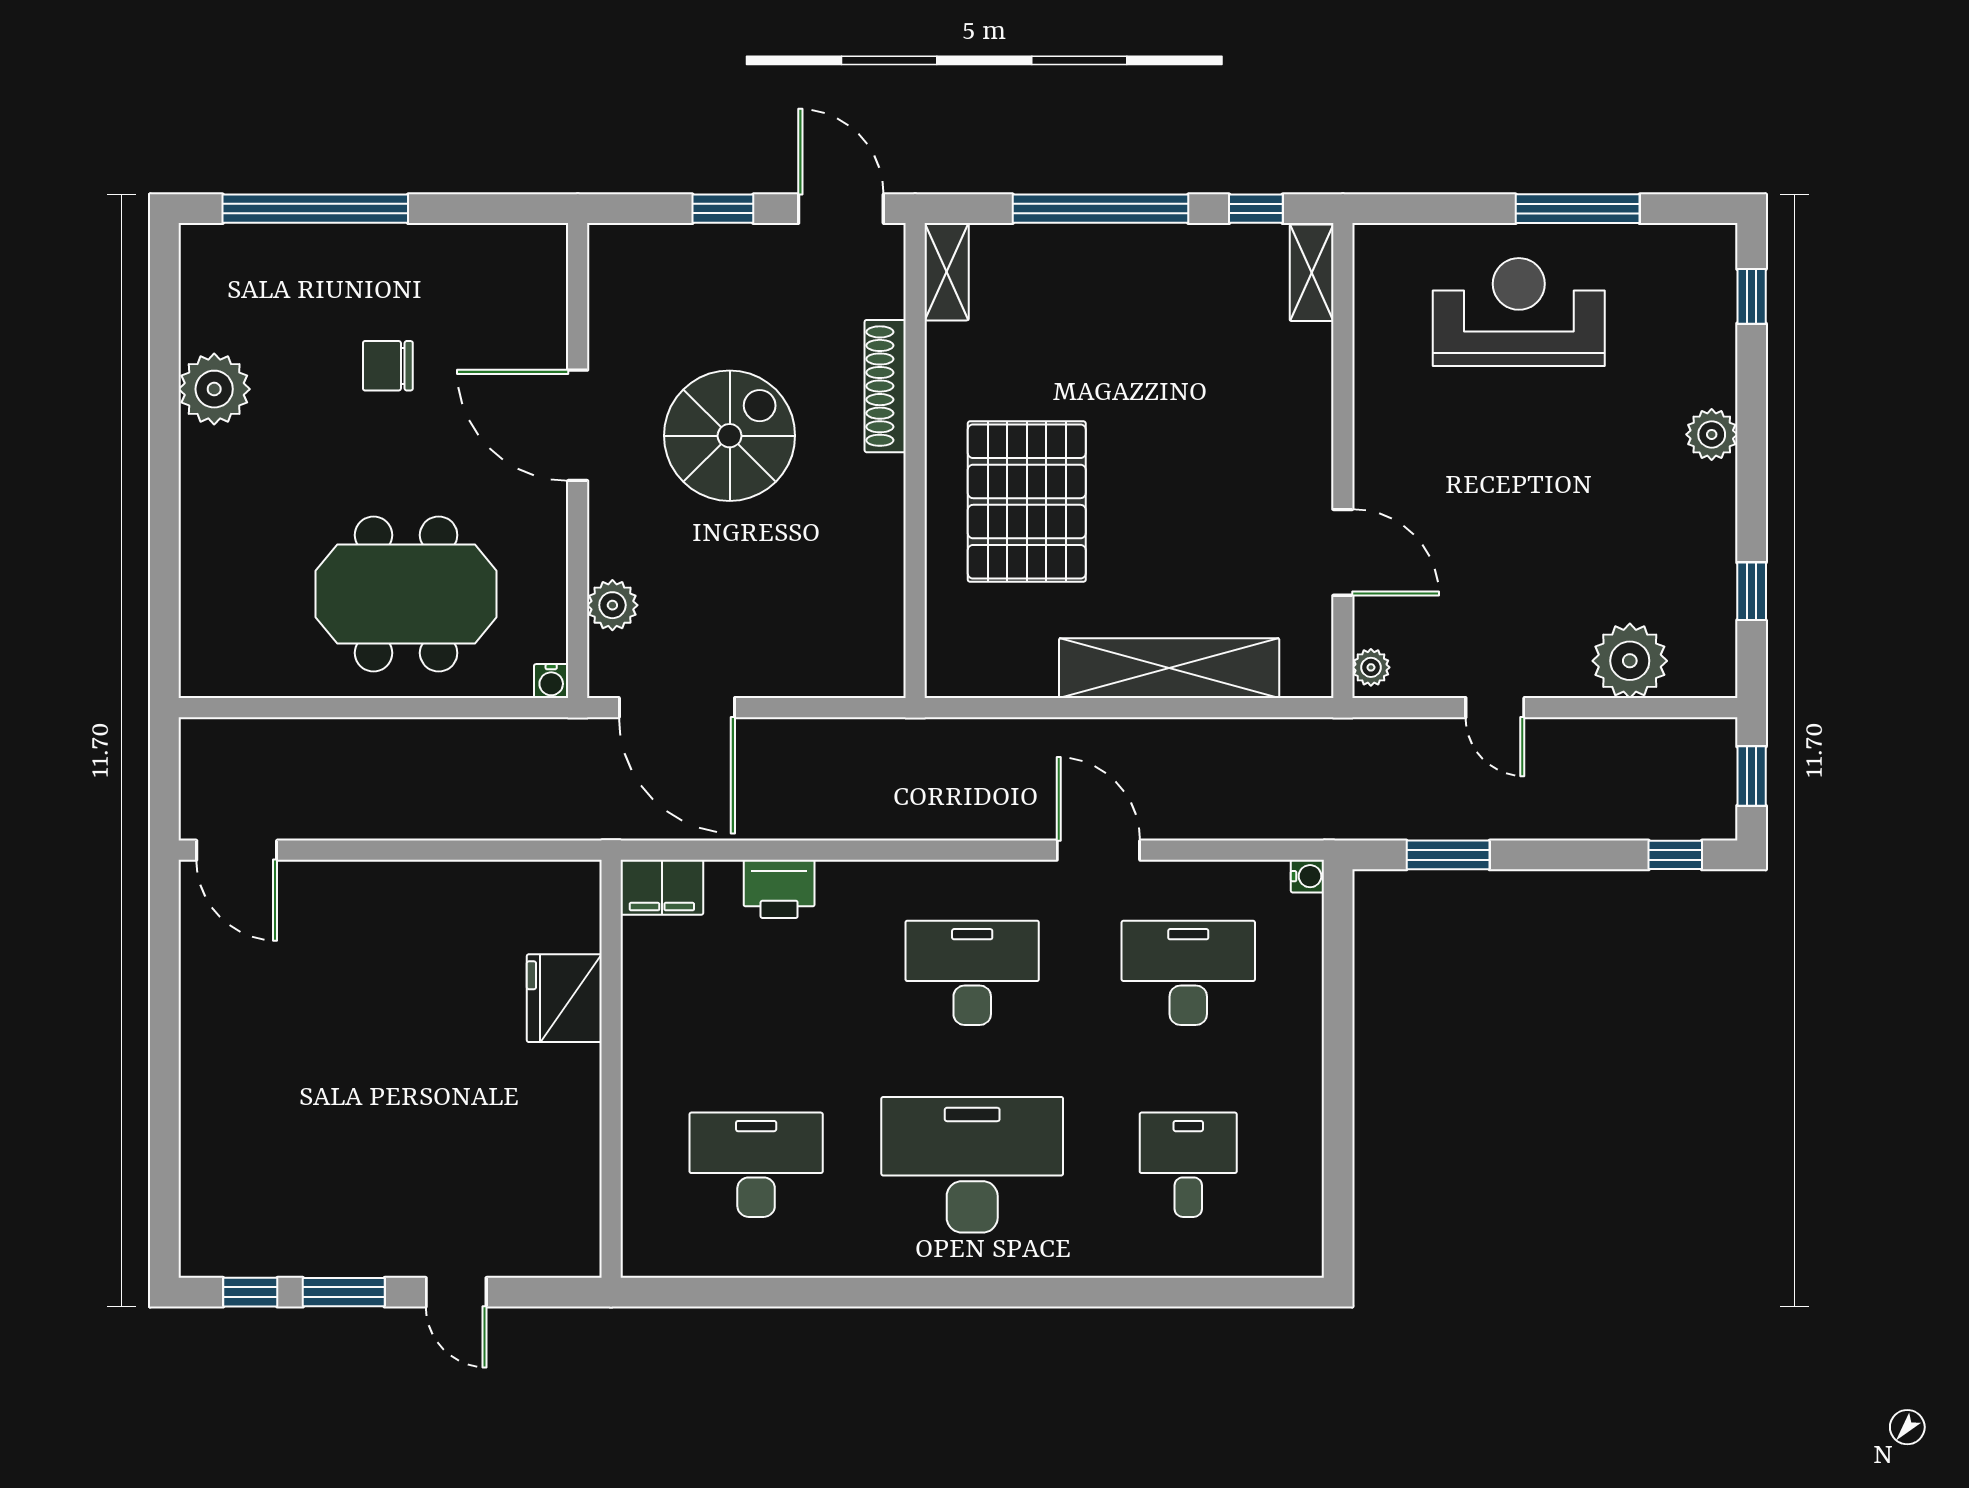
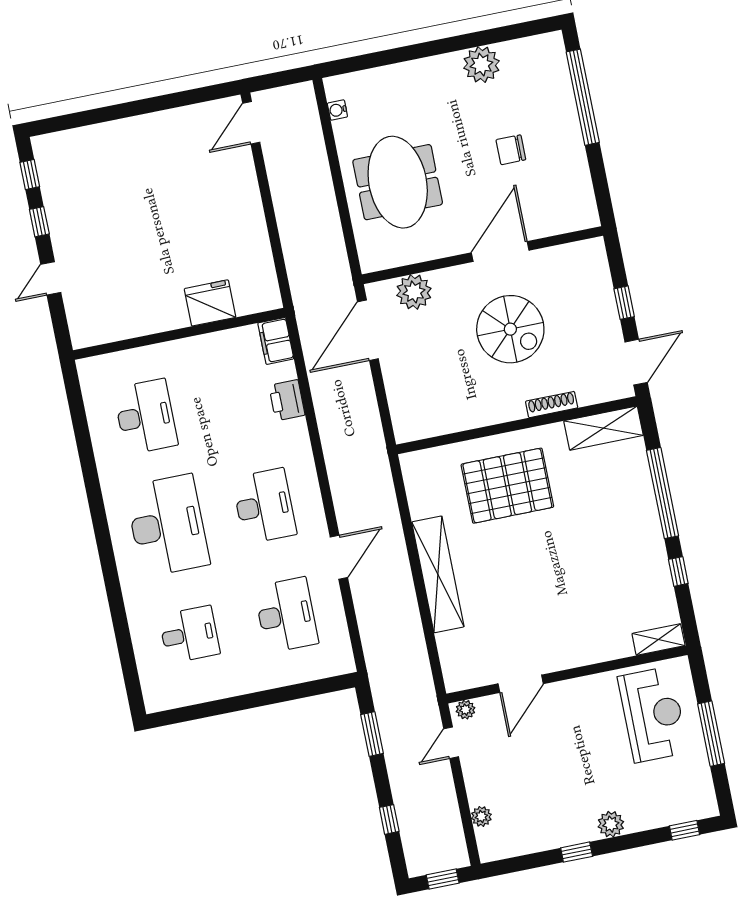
shelving: (947, 272) -> (604, 428), width x1.50, depth x1.33
shelving: (1312, 273) -> (658, 640), moved
chair: (388, 366) -> (511, 150), turned -90
shoe rack: (885, 386) -> (552, 405), width x0.74, depth x0.81
wall: (1343, 461) -> (567, 674), moved
door: (1343, 552) -> (521, 684), moved
window: (1752, 591) -> (577, 852), moved
plant: (612, 605) -> (414, 292), width x1.36, depth x1.36
plant: (1630, 661) -> (481, 816), width x0.53, depth x0.53
plant: (1371, 667) -> (466, 710), moved
water cooler: (551, 681) -> (337, 110), moved
window: (1675, 855) -> (389, 819), moved
water cooler: (1307, 876) -> (347, 665), removed
window: (344, 1292) -> (39, 222), width x0.67

